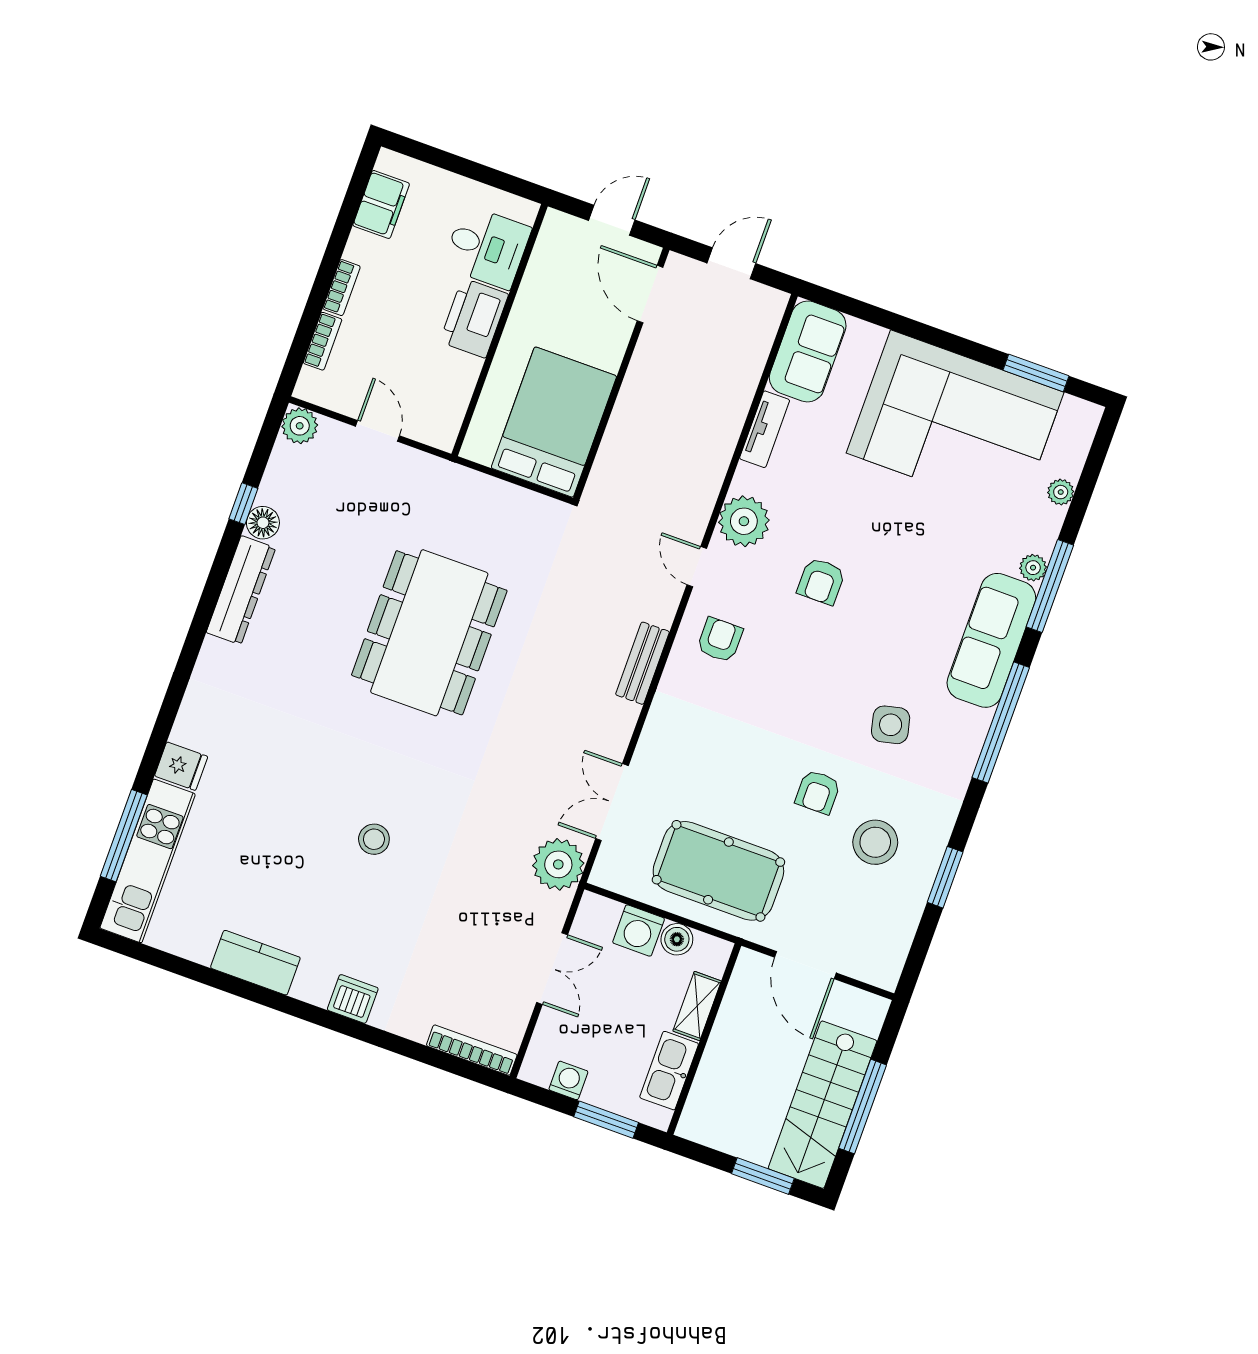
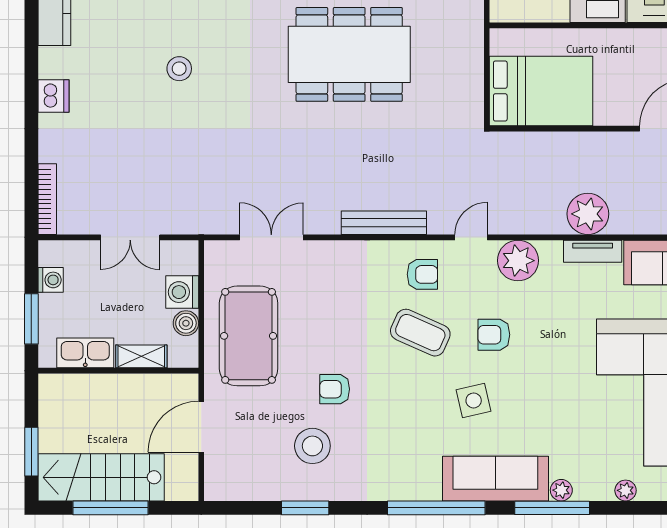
bench: (642, 663) -> (384, 223), width x1.36
coffee table: (787, 667) -> (420, 333), added
side table: (891, 725) -> (474, 400), moved
plant: (558, 864) -> (588, 214), moved

